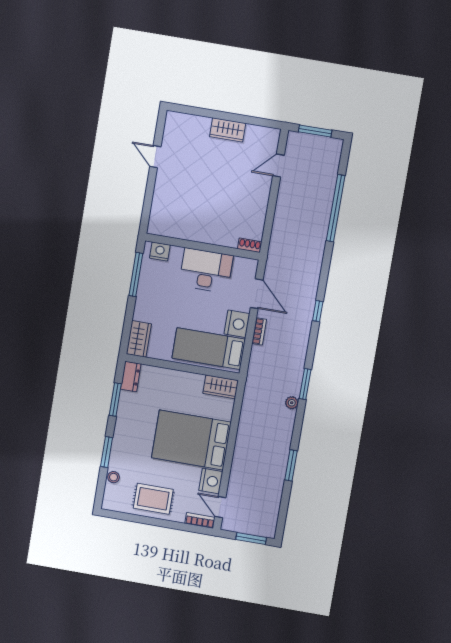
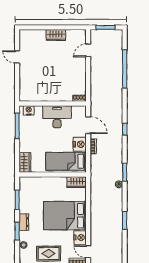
dresser: (131, 376) -> (24, 222), moved

